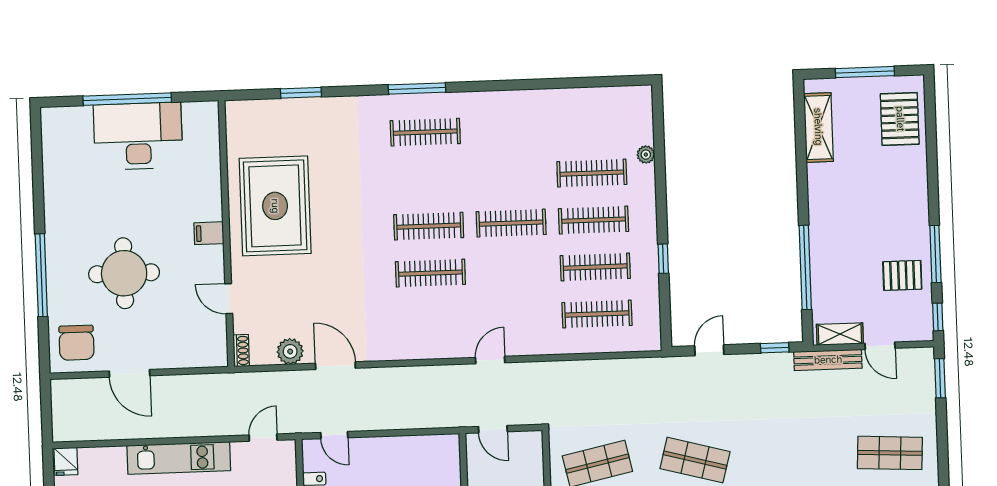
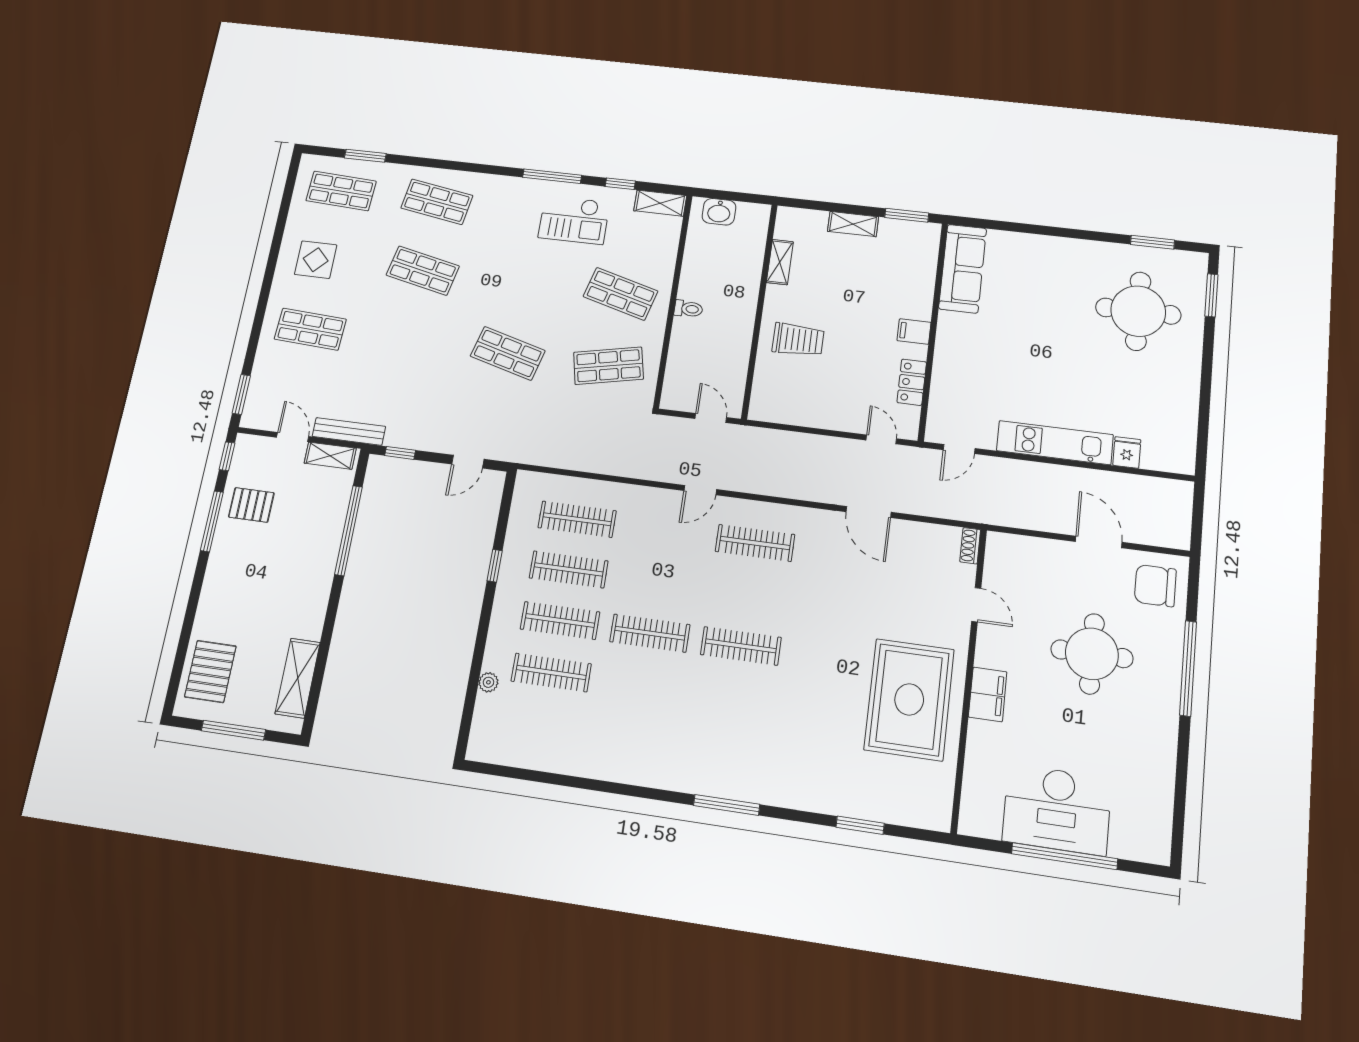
clothes rail: (425, 132) -> (726, 753), removed
filing cabinet: (209, 233) -> (988, 694), width x2.00
clothes rail: (430, 273) -> (755, 543), moved
chair: (77, 343) -> (1155, 586), turned -90
plant: (290, 351) -> (916, 536), removed
fridge: (66, 461) -> (1127, 452), moved

